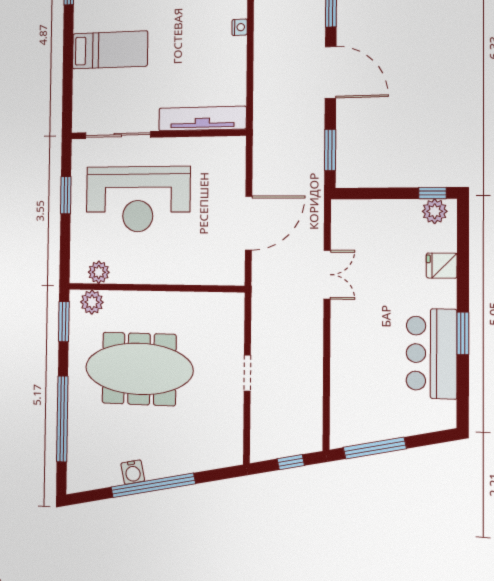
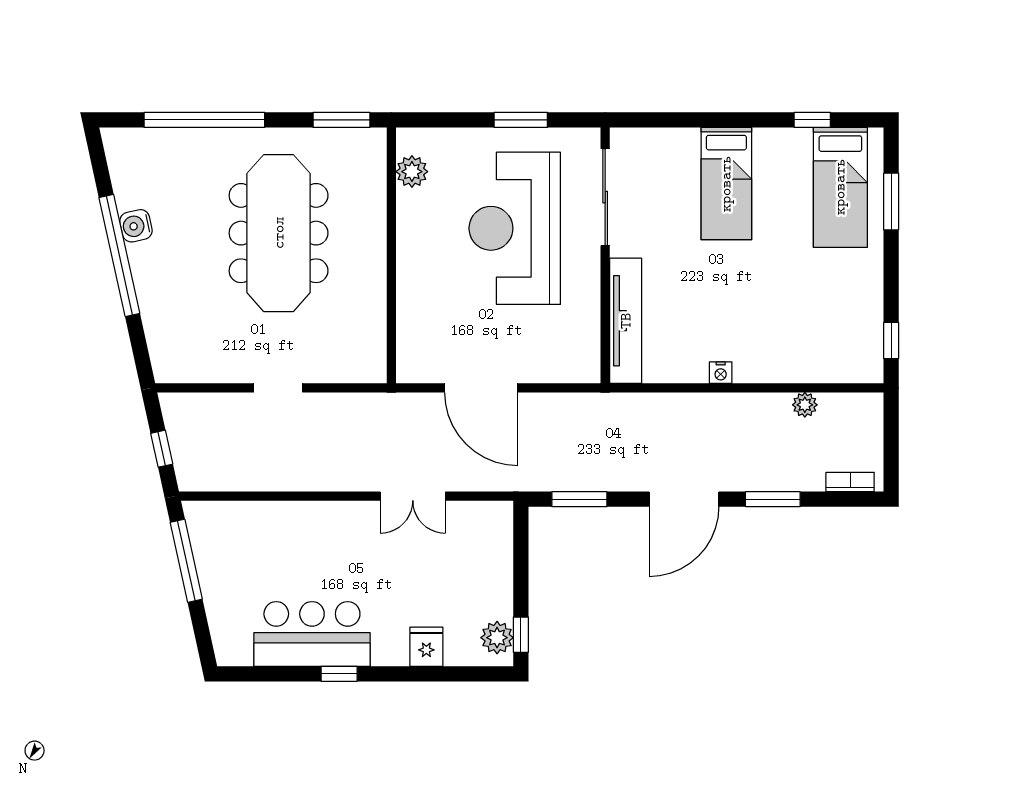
nightstand: (240, 27) -> (721, 373), moved
plant: (92, 302) -> (370, 162), removed
window: (463, 333) -> (339, 674), width x0.67

